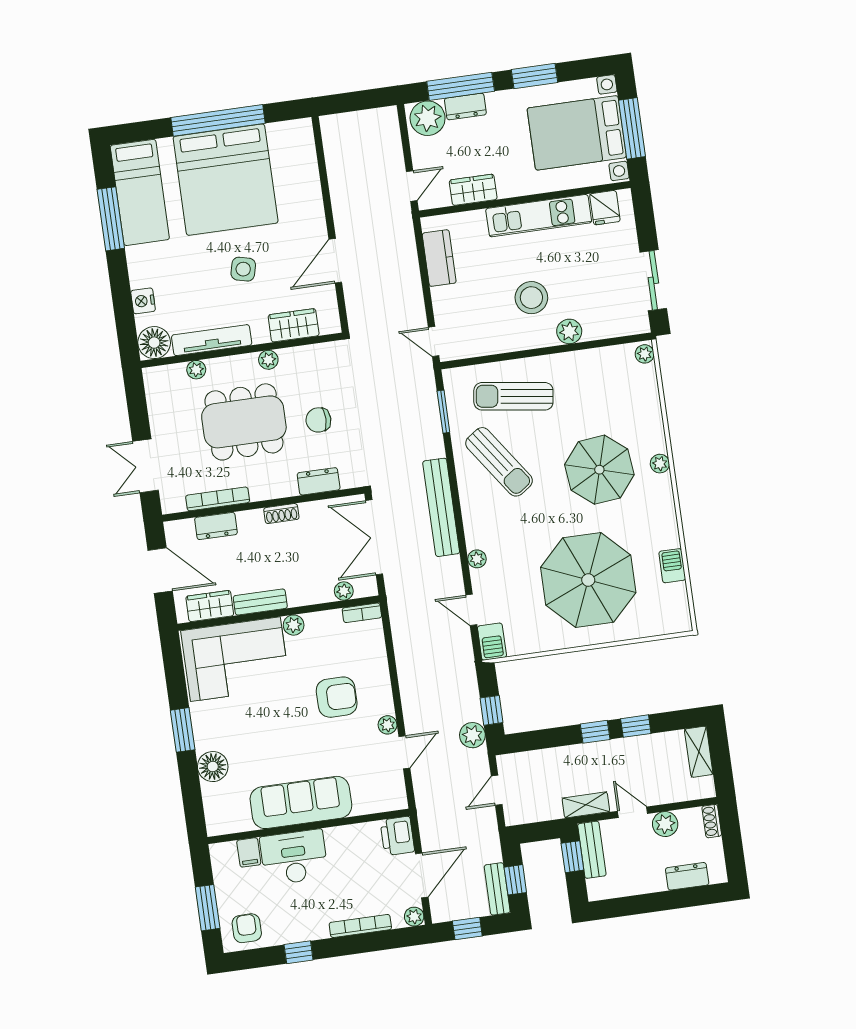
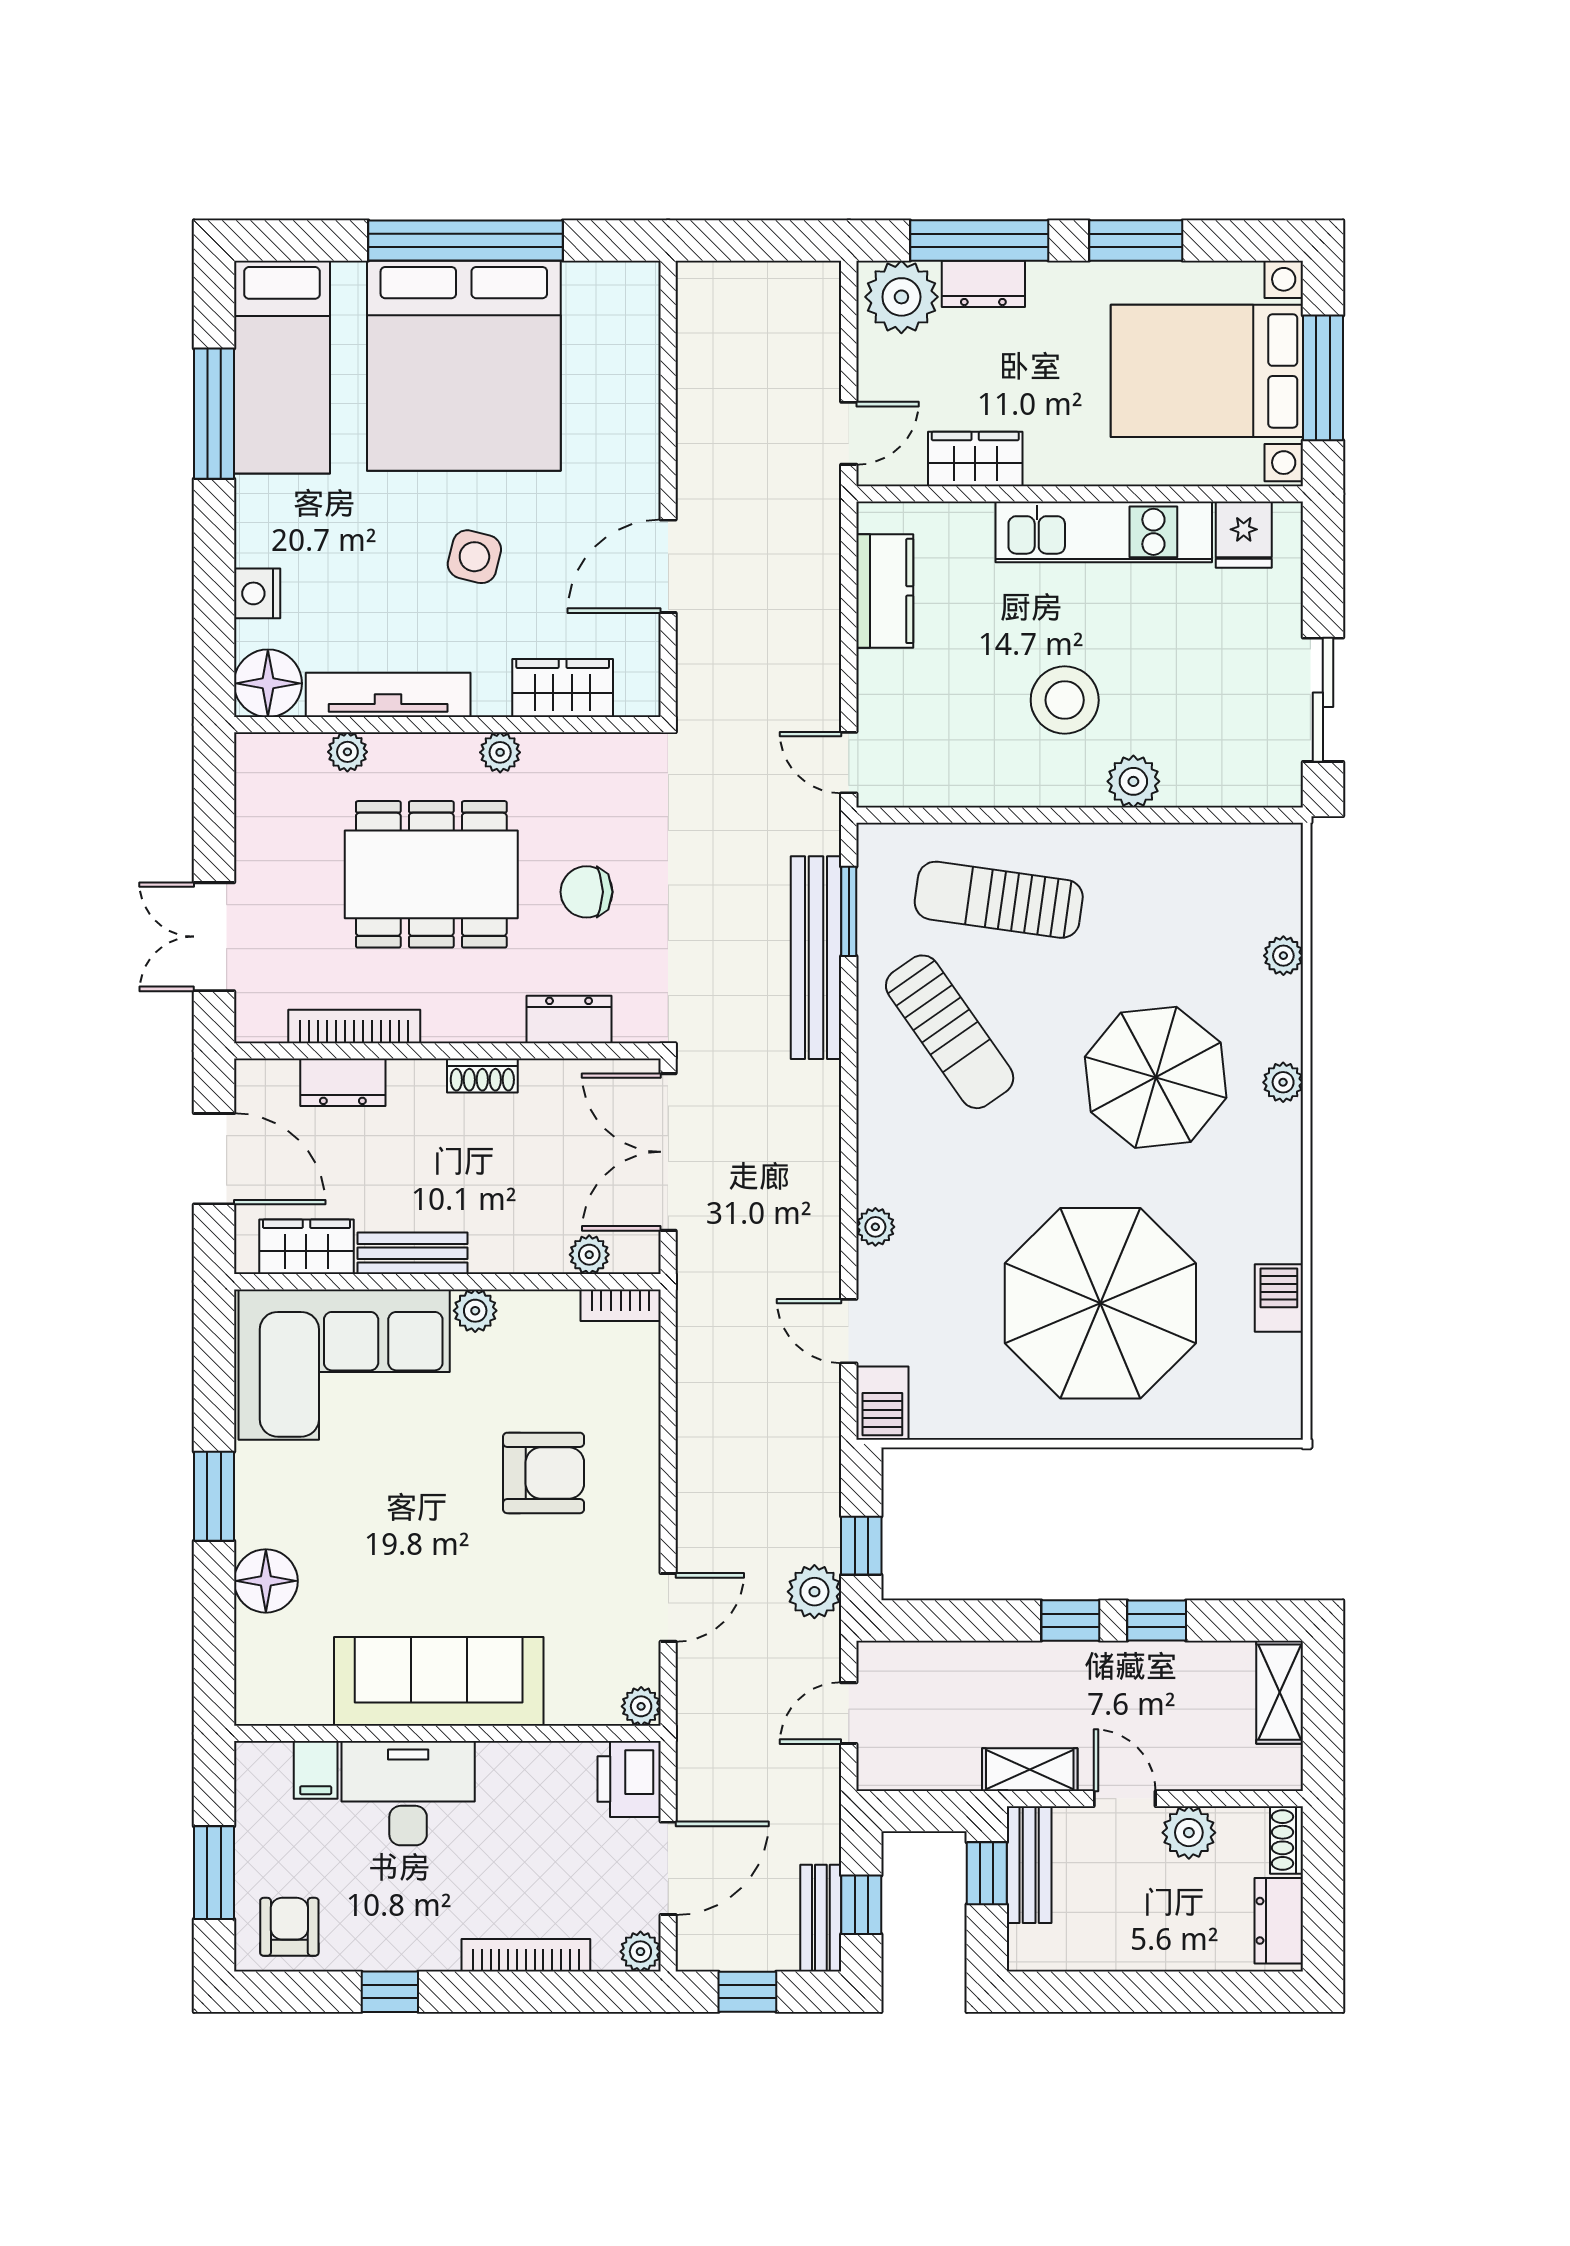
plant: (645, 354) -> (1283, 956), moved
bench: (441, 507) -> (816, 958), moved
plant: (388, 725) -> (641, 1706), moved
dresser: (687, 876) -> (1279, 1921), moved, turned -90

